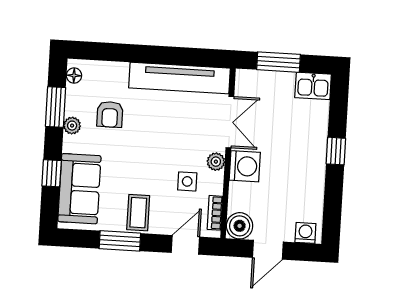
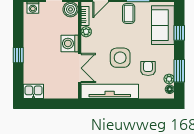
window: (279, 62) -> (54, 104), removed
double door: (230, 122) -> (80, 68), swing flipped
plant: (72, 126) -> (169, 79), moved
plant: (216, 162) -> (86, 32), moved
side table: (187, 181) -> (120, 58), moved, width x1.87, depth x1.87

